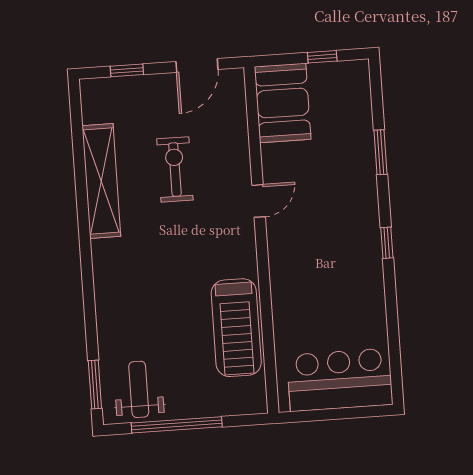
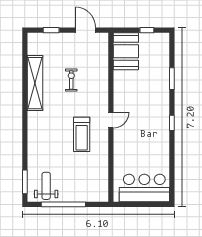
door: (197, 65) -> (86, 30), swing flipped
exercise bike: (175, 169) -> (71, 80), width x0.73, depth x0.72
door: (259, 201) -> (111, 120), moved
treadmill: (236, 328) -> (82, 134), moved, width x0.73, depth x0.73

